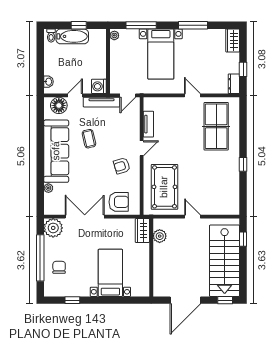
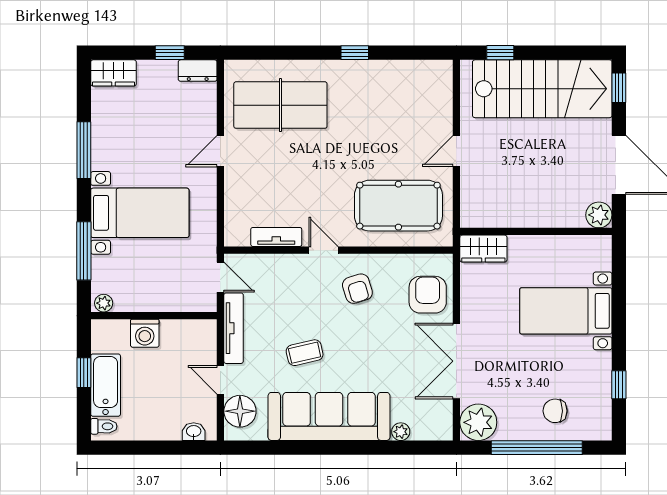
washing machine: (99, 86) -> (145, 333), moved
plant: (160, 236) -> (599, 215), moved

